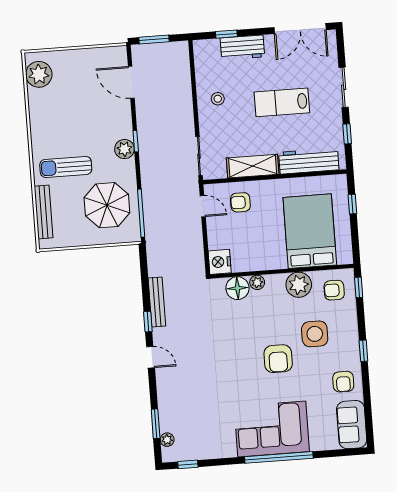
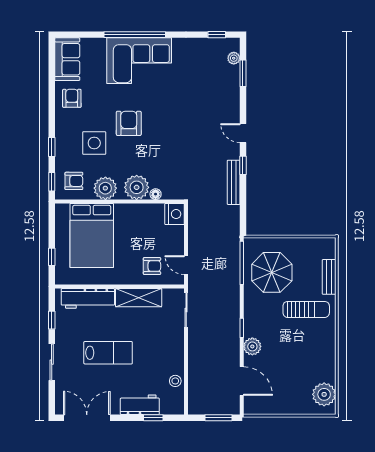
stool: (218, 99) -> (175, 381), moved
plant: (124, 149) -> (252, 346), moved
bench: (44, 212) -> (329, 277), width x0.73
plant: (257, 282) -> (137, 187), width x1.88, depth x1.88
floor lamp: (237, 288) -> (156, 194), width x0.53, depth x0.53
window: (363, 351) -> (52, 147), moved

